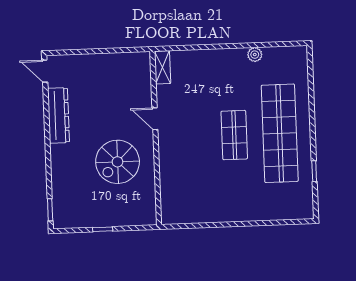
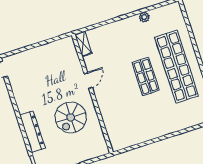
dresser: (58, 115) -> (32, 132), moved
door: (155, 119) -> (88, 81), swing flipped

